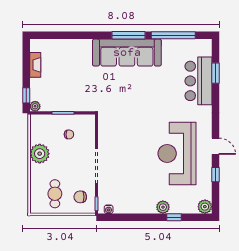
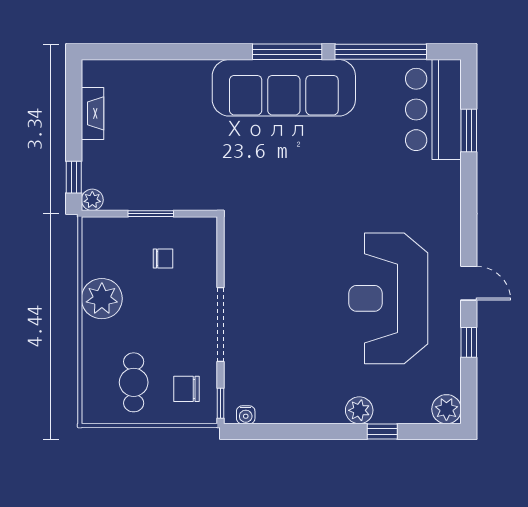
bar counter: (199, 81) -> (433, 109), moved

